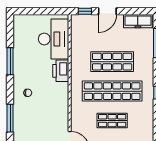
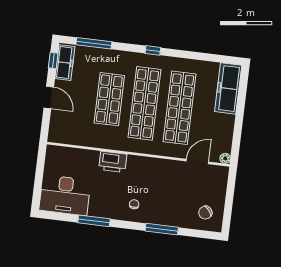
window: (85, 11) -> (53, 60), moved
desk: (54, 39) -> (65, 195), moved, turned 180
shop shelf: (112, 121) -> (180, 108), width x2.00, depth x1.36

